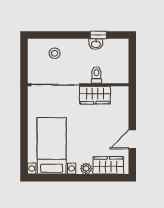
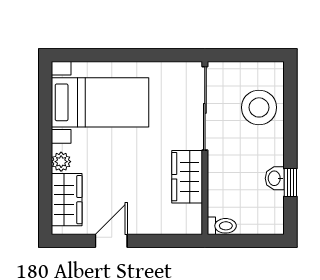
stool: (55, 53) -> (259, 107), width x1.89, depth x1.89
toilet: (96, 75) -> (222, 226), moved
door: (132, 139) -> (111, 241), hinge flipped

